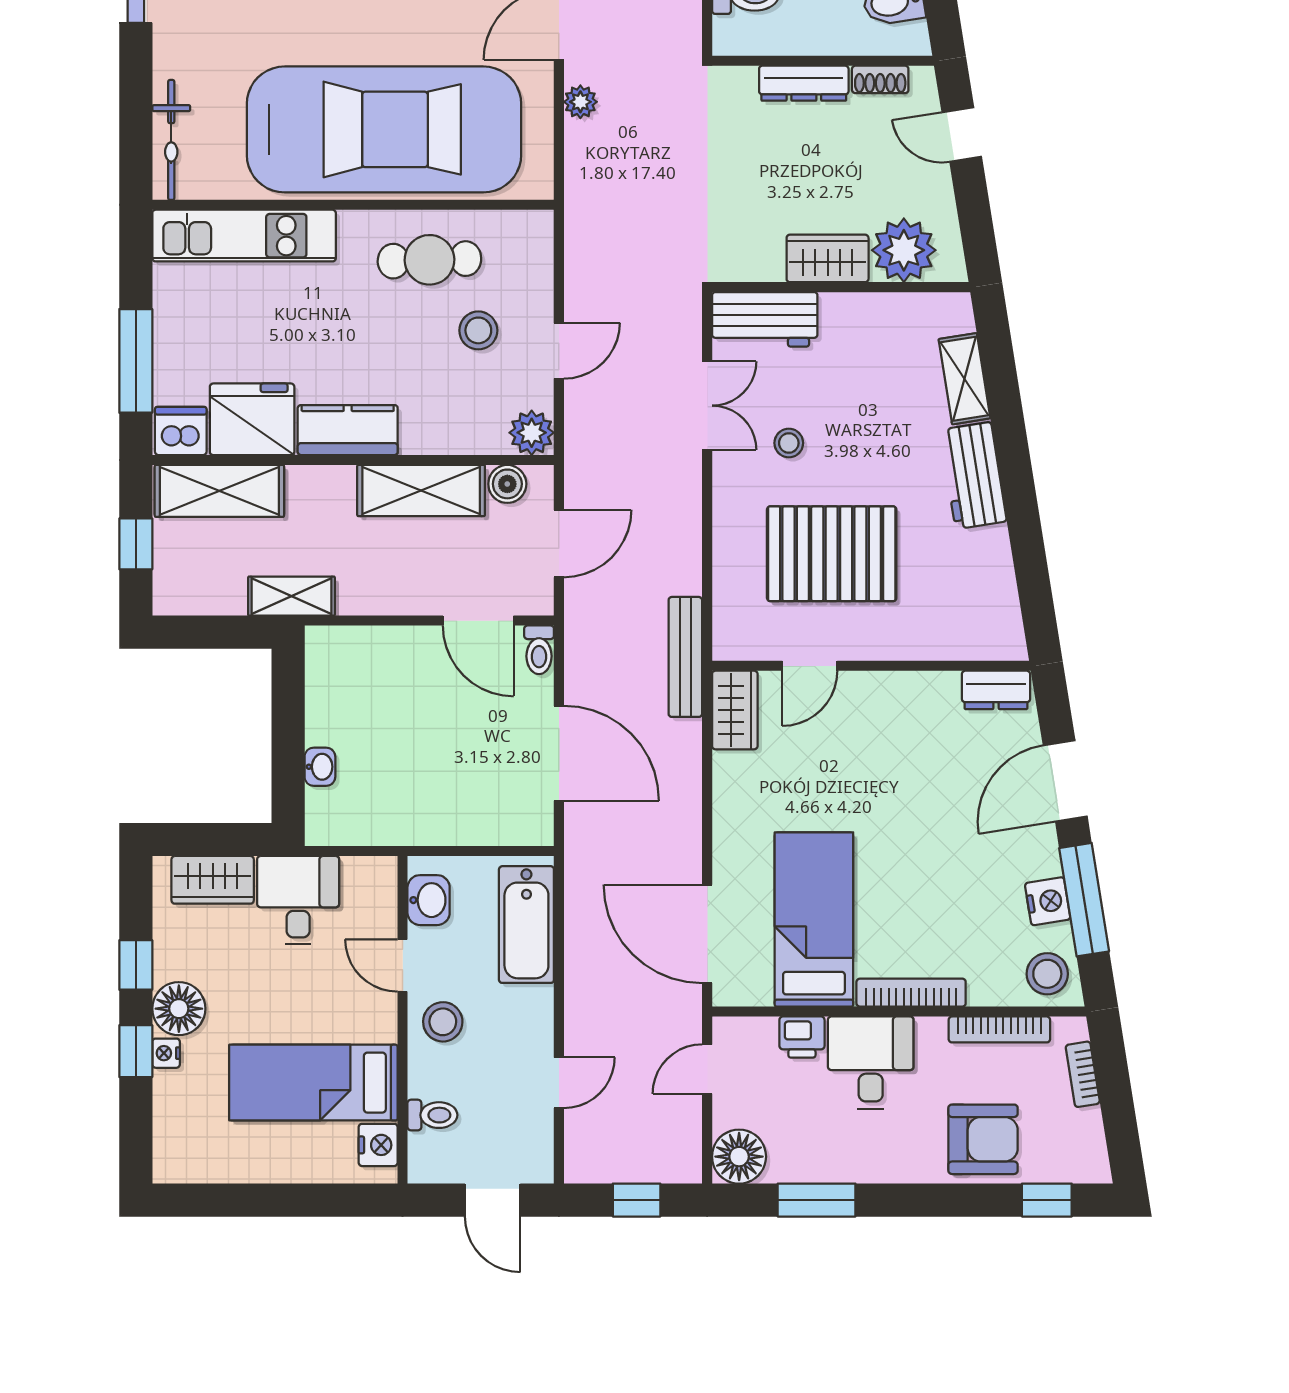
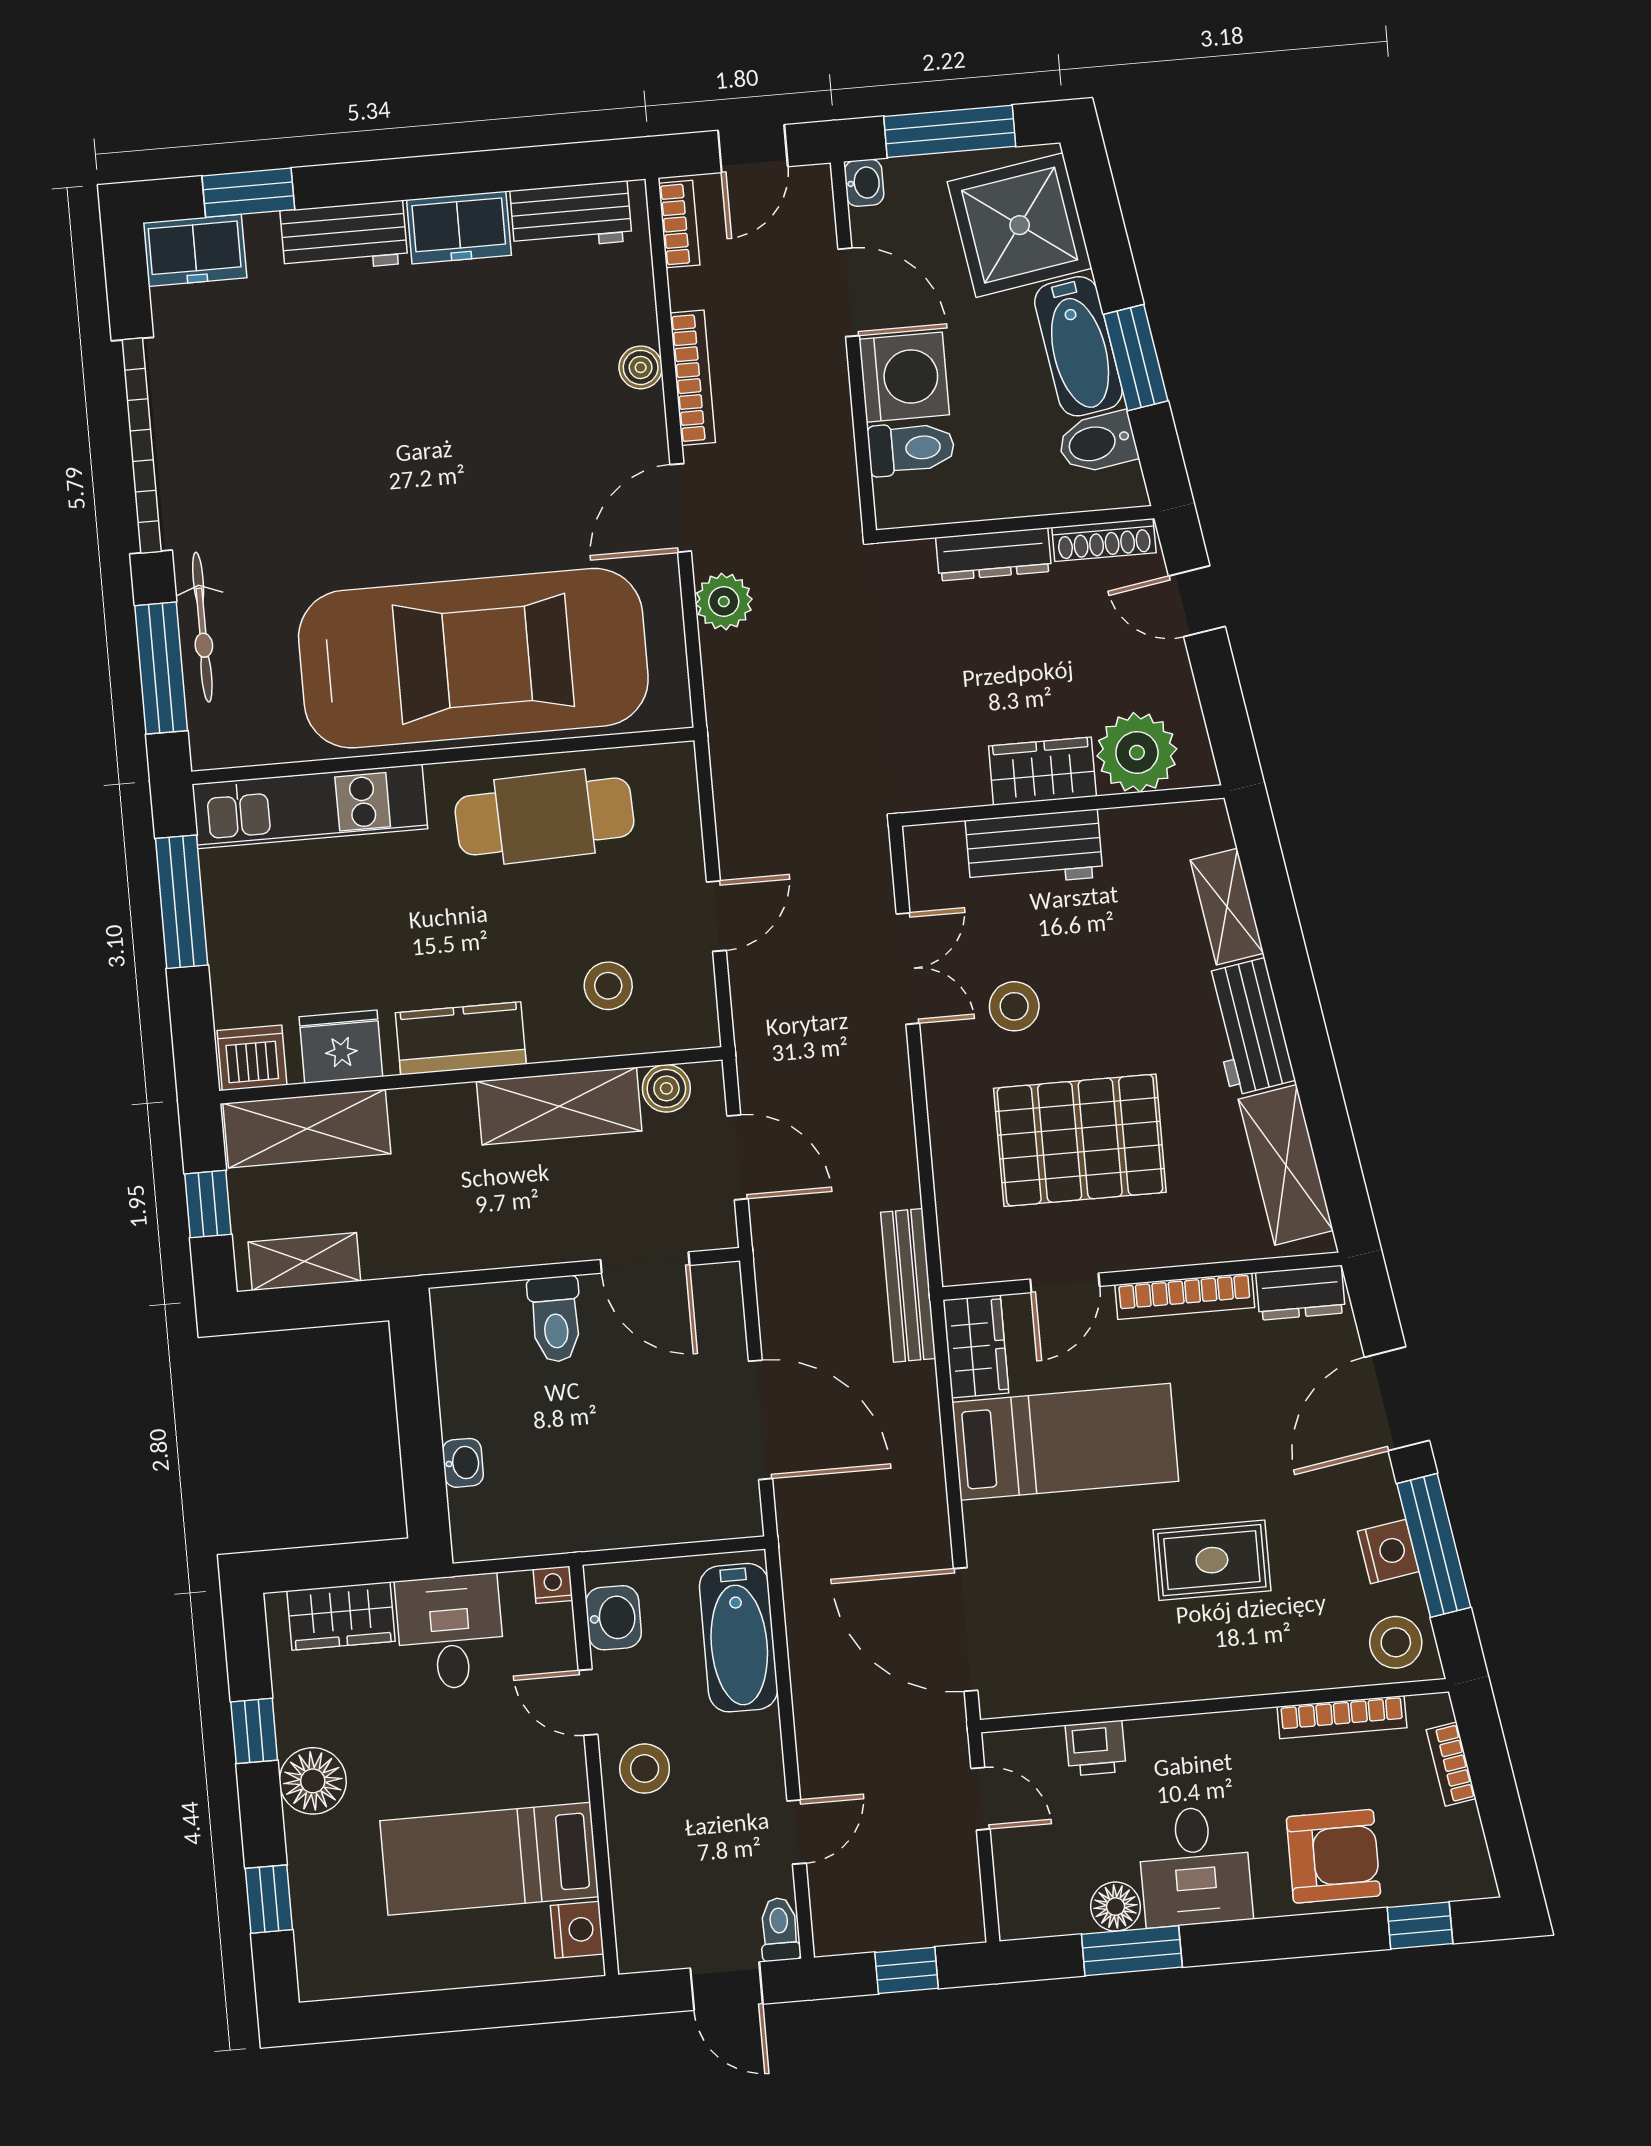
shoe rack: (880, 79) -> (1104, 540), width x1.43
plant: (580, 102) -> (724, 602), width x1.38, depth x1.38
window: (136, 116) -> (161, 668), added
bicycle: (171, 140) -> (202, 627), moved
cafe table: (429, 260) -> (544, 816), width x1.37, depth x1.35
workbench: (765, 319) -> (1034, 849), moved
stool: (478, 330) -> (608, 986), moved
window: (136, 361) -> (182, 902), moved
fridge: (252, 419) -> (341, 1047), width x0.73, depth x0.75
plant: (532, 433) -> (691, 1022), removed
stool: (789, 443) -> (1014, 1006), width x1.37, depth x1.37
door: (559, 544) -> (738, 1157), hinge flipped
shelving: (993, 588) -> (1286, 1165), added
shelving: (291, 596) -> (304, 1261), moved
toilet: (539, 650) -> (555, 1319), moved, width x1.37, depth x1.39
rug: (907, 896) -> (1212, 1560), added
bed: (814, 919) -> (1065, 1442), moved, turned 90
bookcase: (911, 993) -> (1185, 1296), moved, turned 180
window: (136, 1051) -> (269, 1899), moved
nightstand: (166, 1053) -> (553, 1585), moved, turned 90
desk: (871, 1063) -> (1195, 1866), moved, turned 180
door: (707, 1069) -> (980, 1799), swing flipped
toilet: (432, 1115) -> (779, 1929), moved, turned -90
floor lamp: (739, 1157) -> (1116, 1907), moved, width x0.73, depth x0.73

